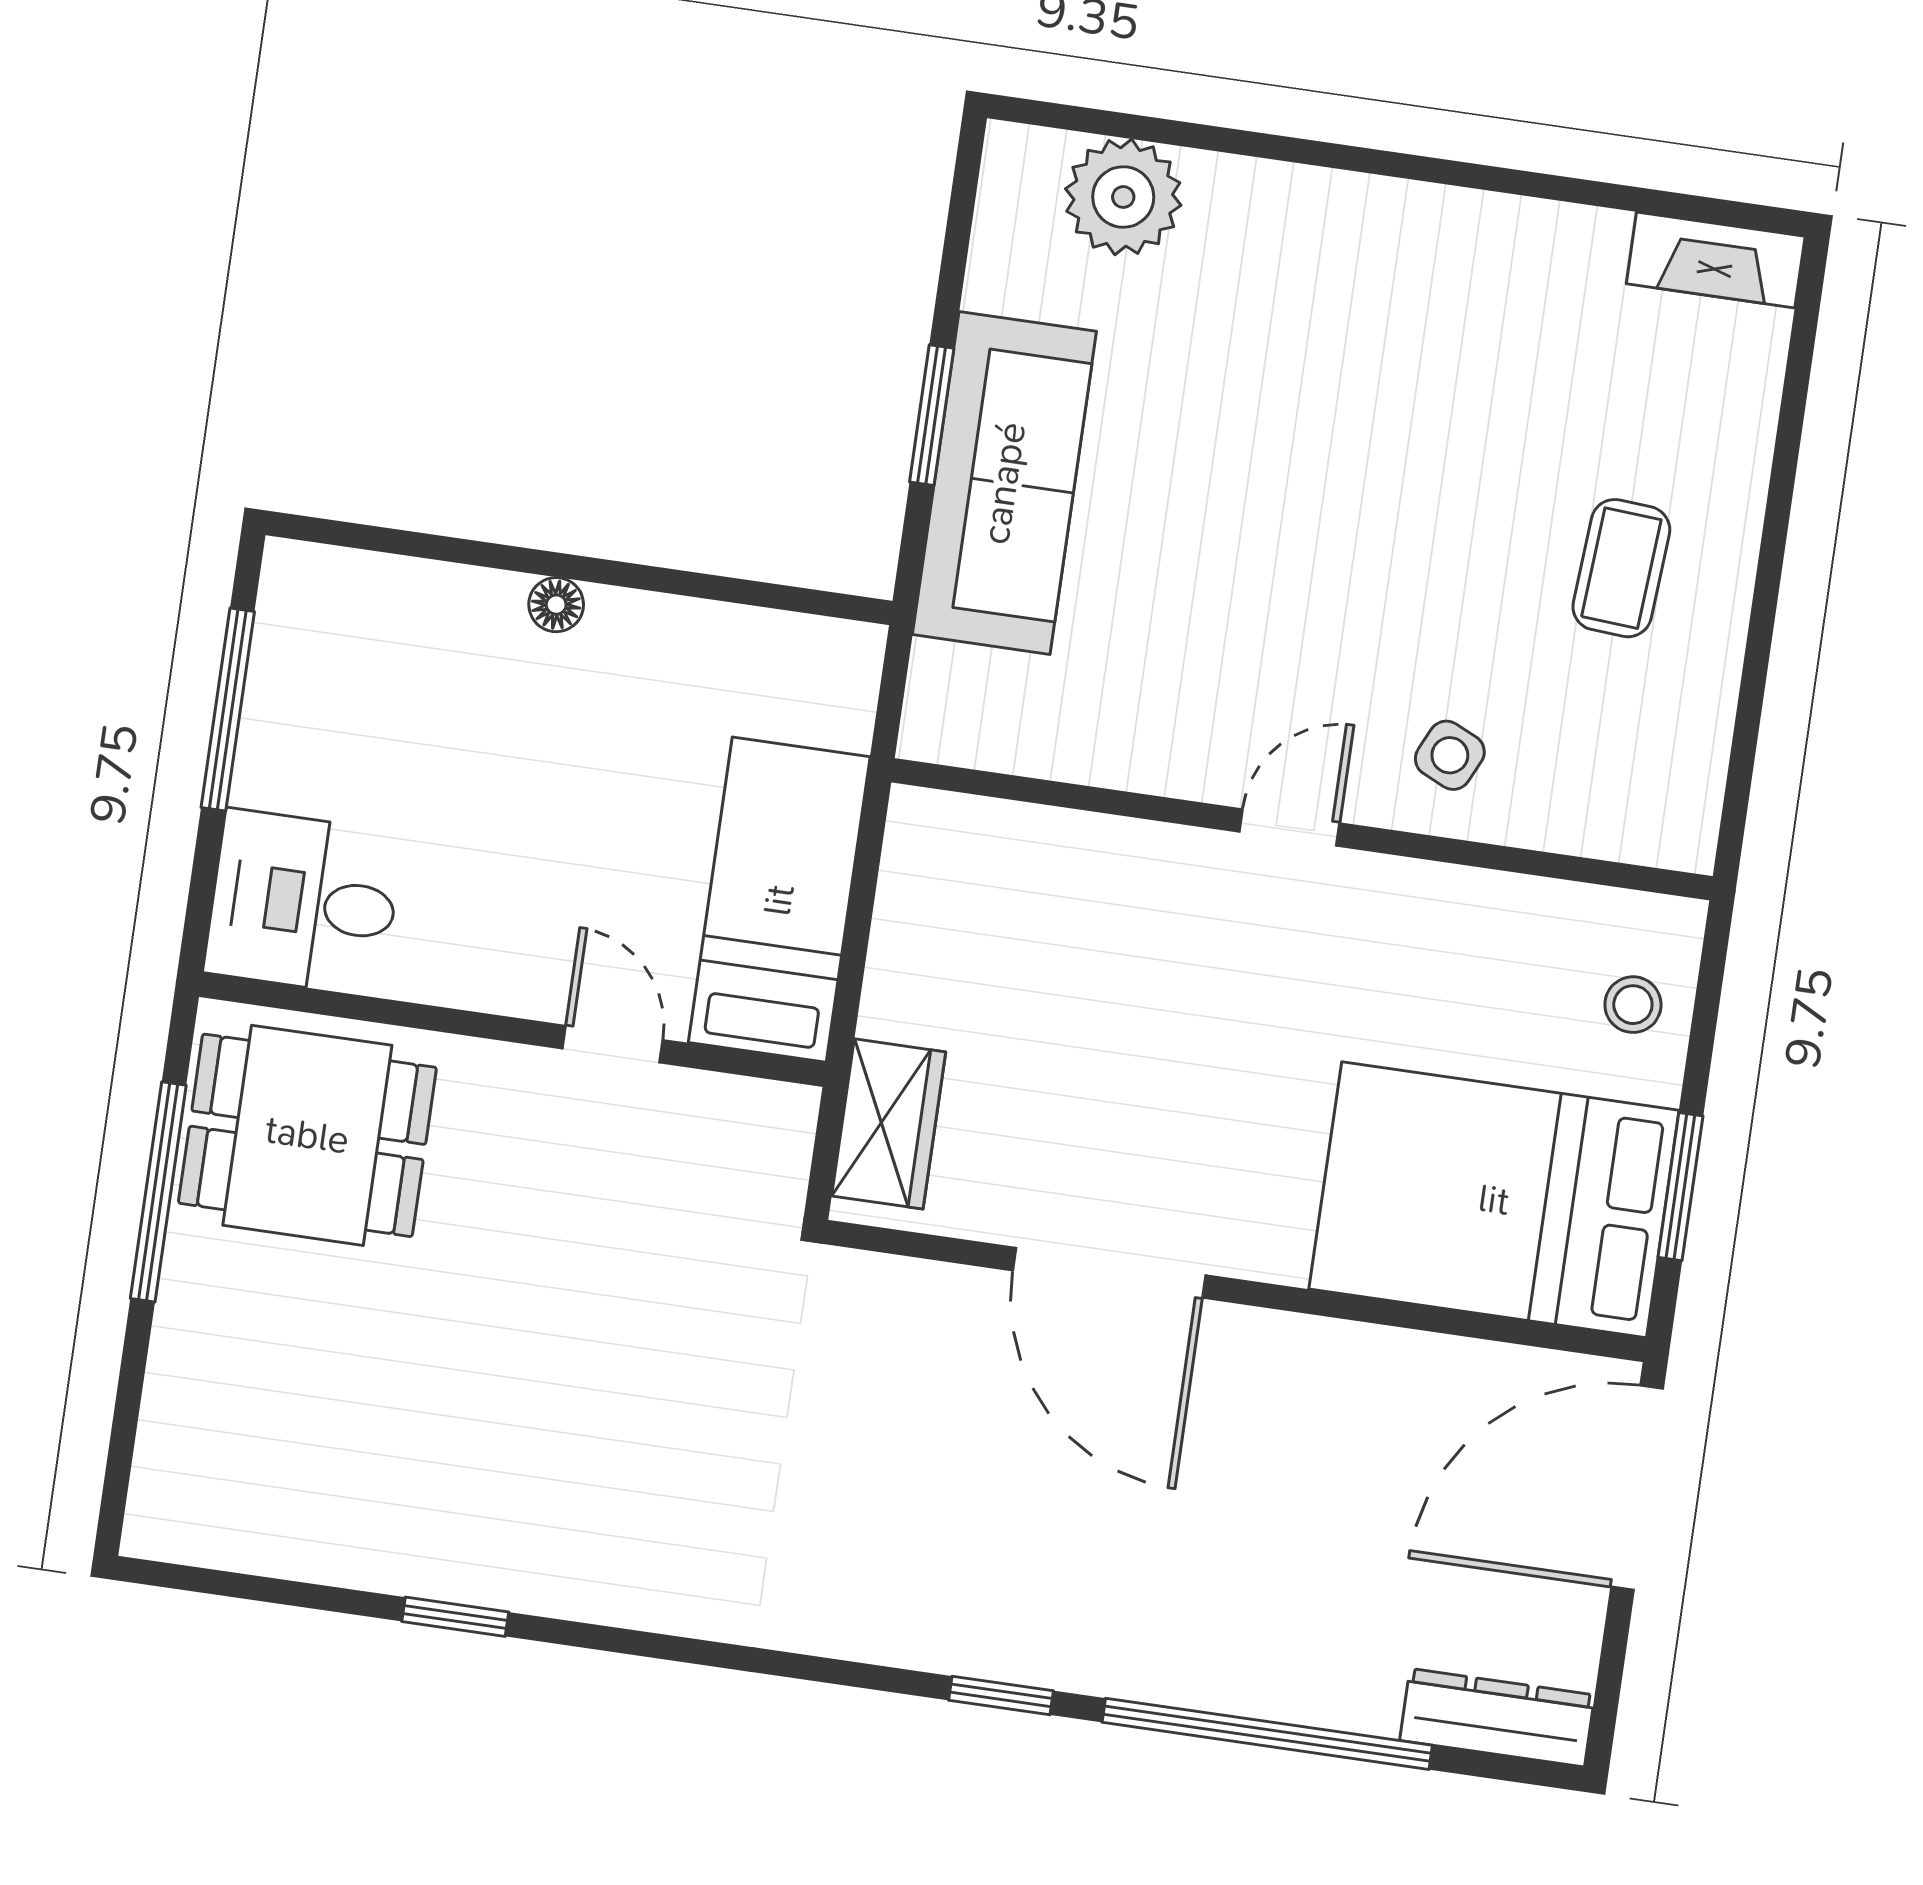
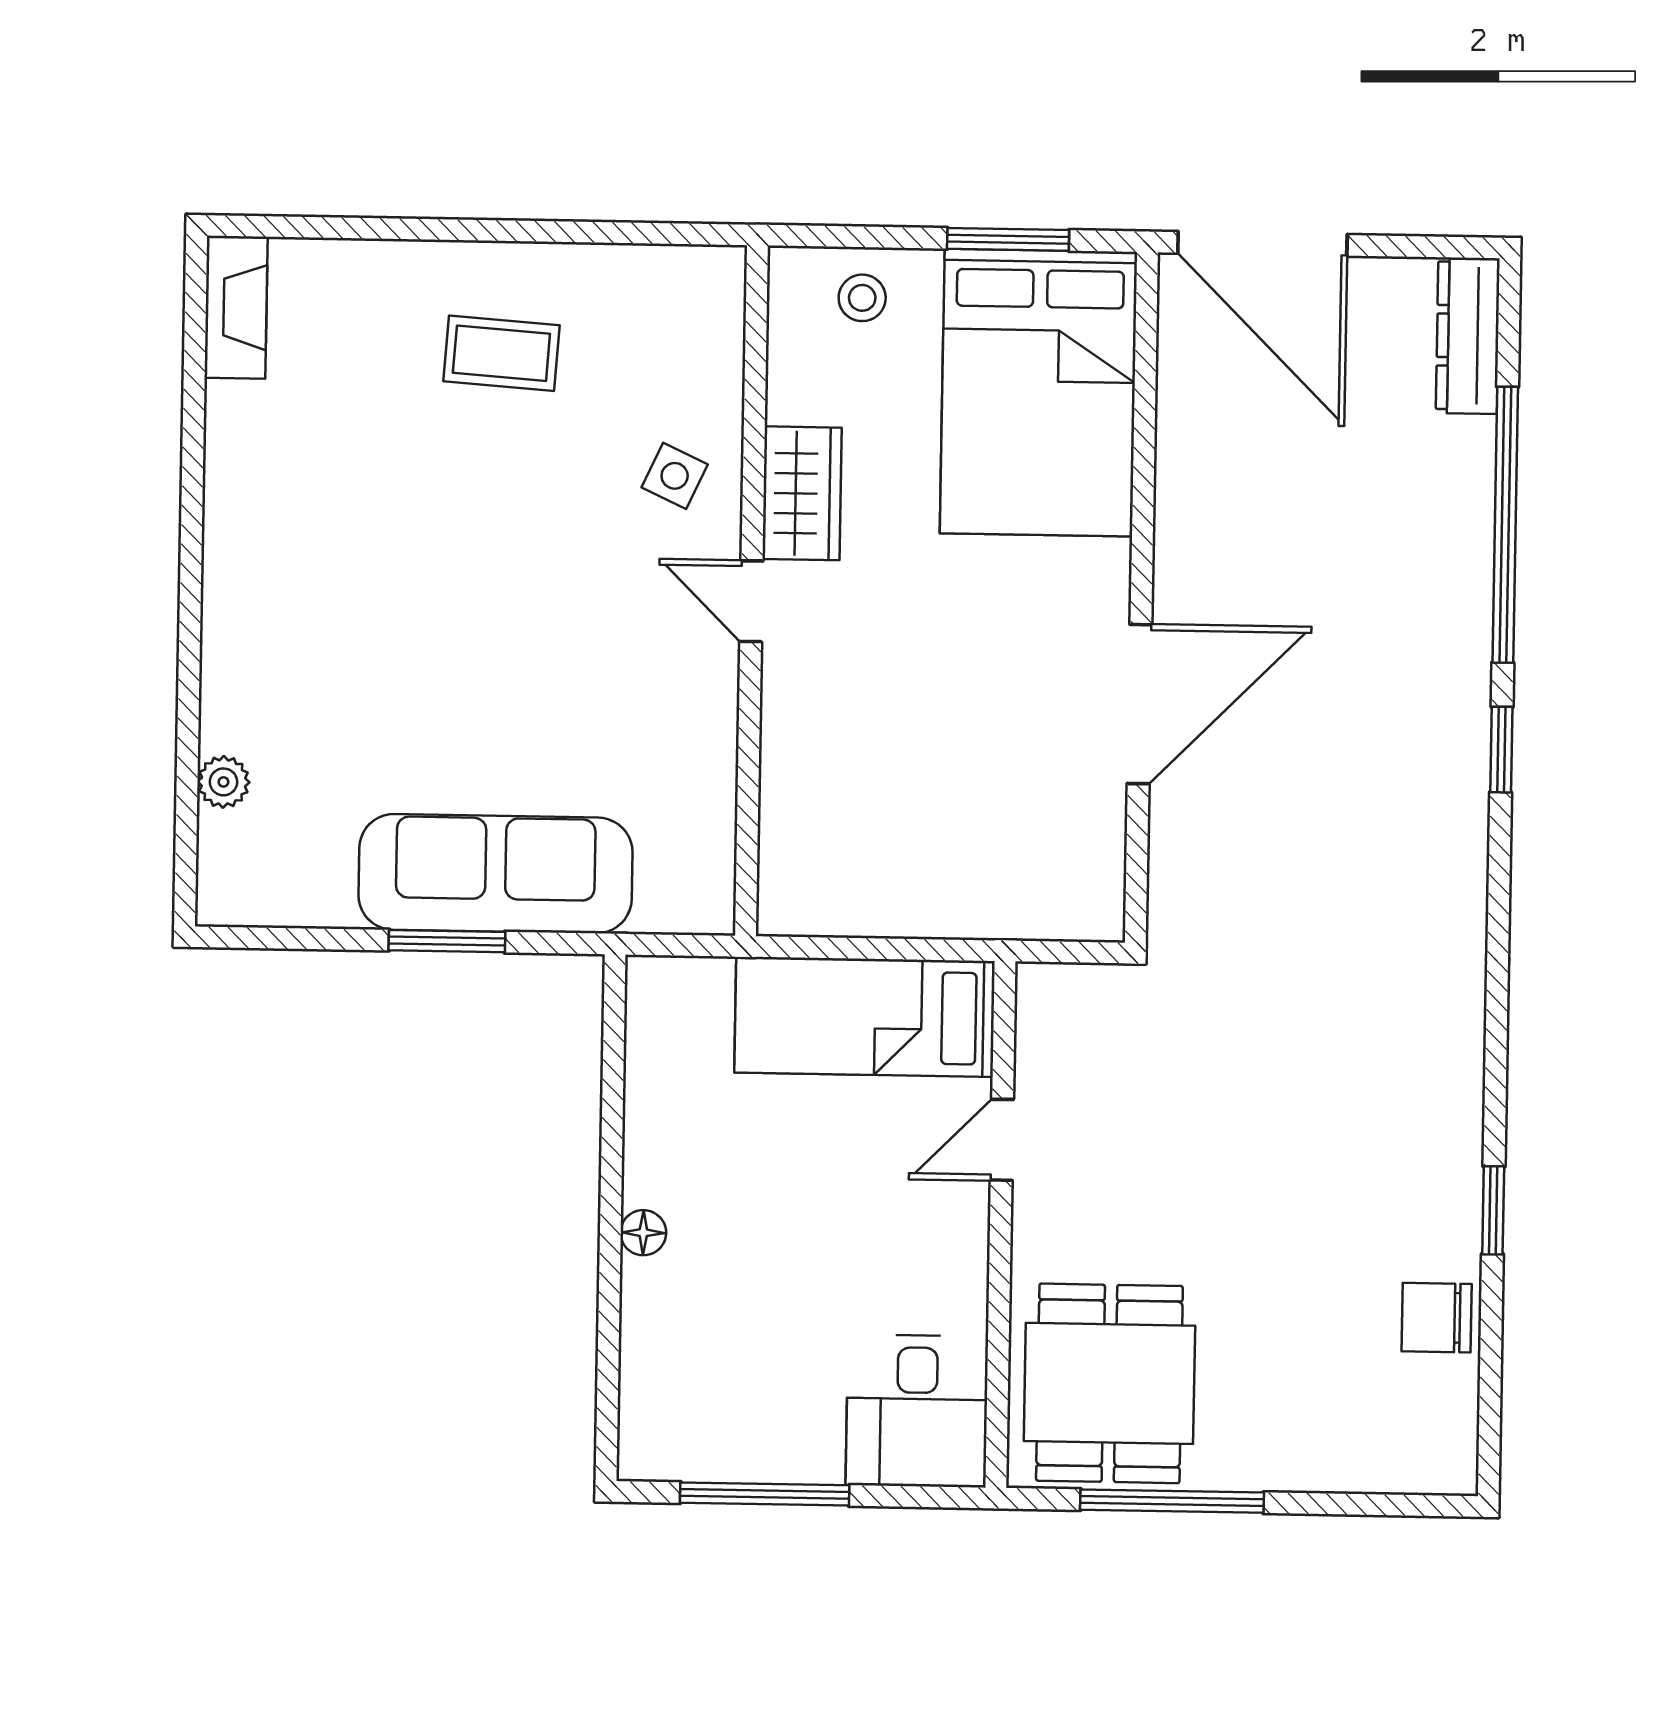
plant: (1123, 197) -> (223, 782), width x0.53, depth x0.53
wardrobe: (889, 1124) -> (802, 493), moved, turned 90
chair: (336, 1533) -> (1437, 1318), added

